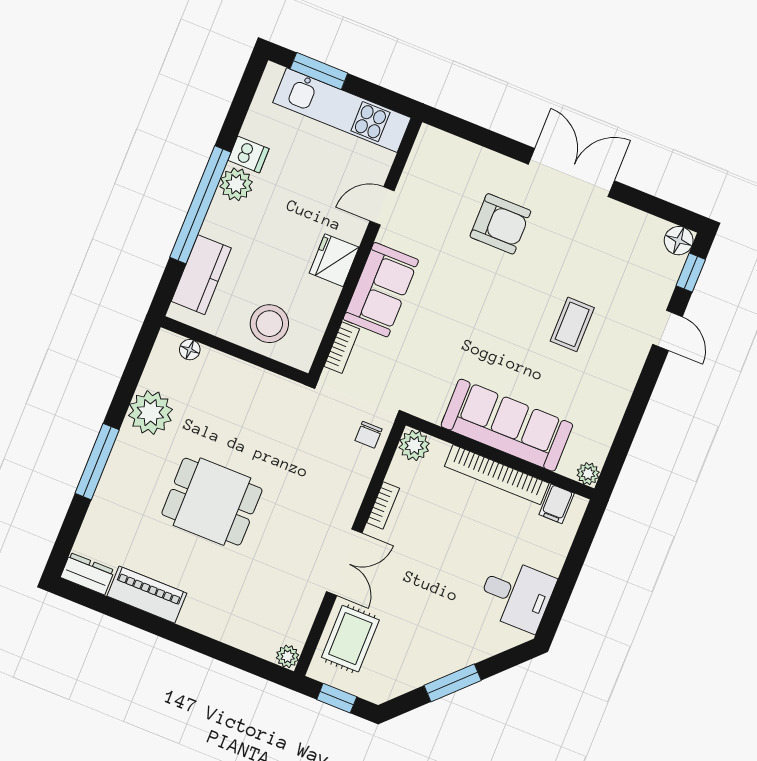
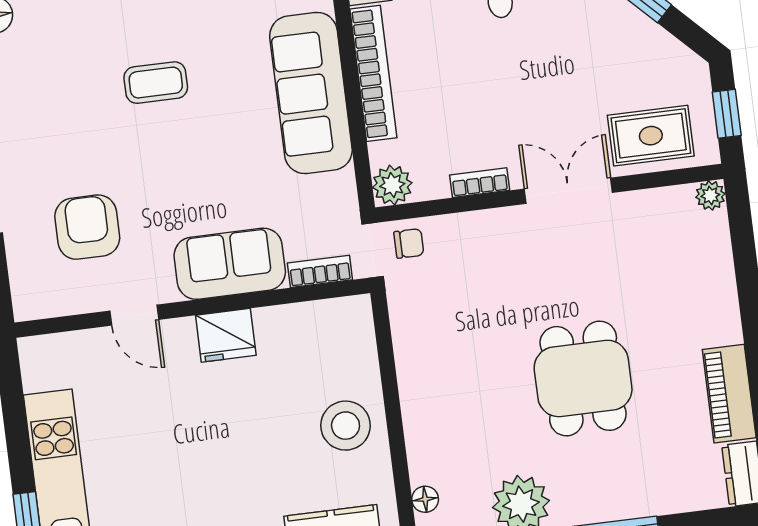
door: (382, 206) -> (134, 315), moved
wall: (365, 248) -> (192, 308), moved
fridge: (334, 260) -> (226, 335), moved
sofa: (381, 290) -> (230, 264), moved
bookcase: (342, 348) -> (320, 271), moved

